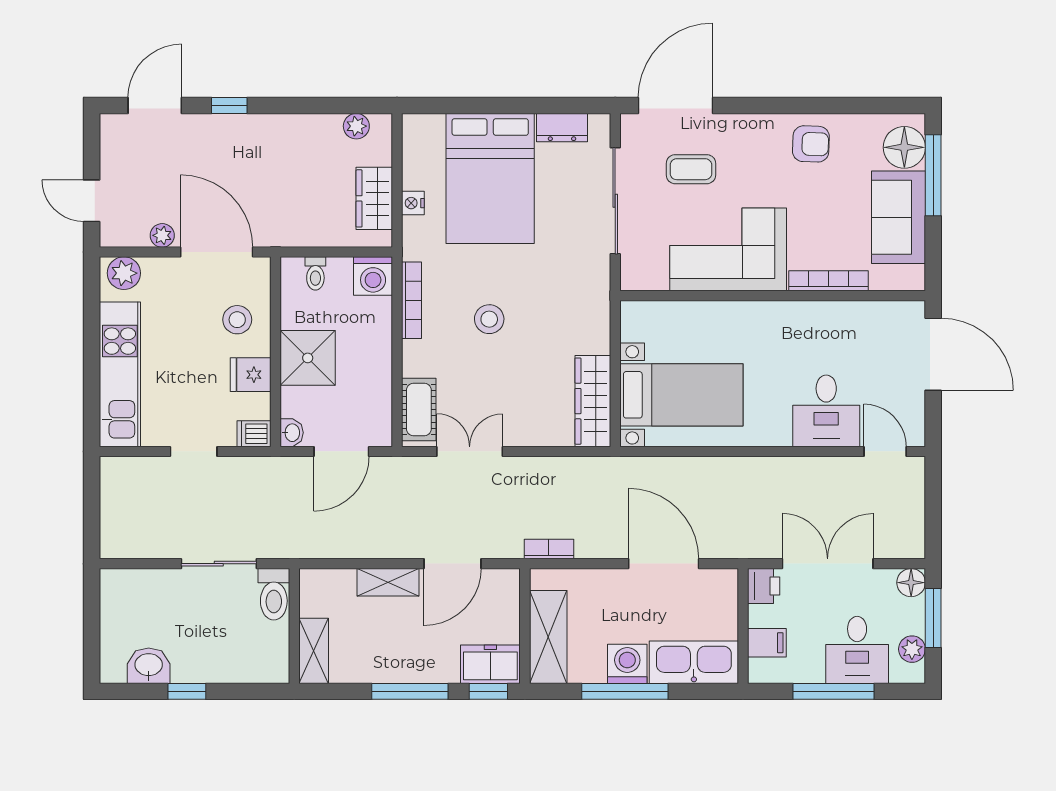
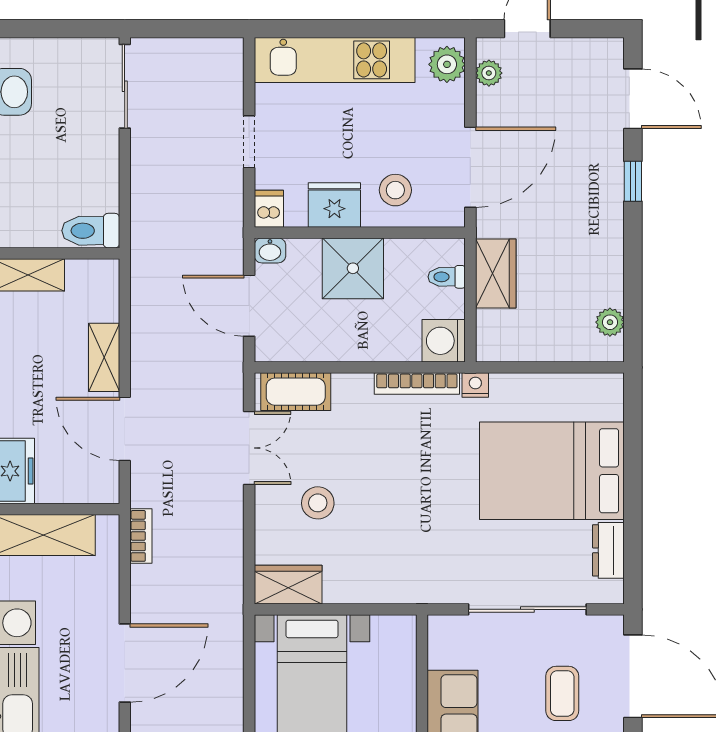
wardrobe: (374, 198) -> (496, 274), moved, turned 90
nightstand: (413, 203) -> (475, 385), moved
plant: (162, 235) -> (489, 73), moved
stool: (489, 319) -> (318, 503), moved
fridge: (251, 375) -> (334, 205), width x1.38
wardrobe: (593, 401) -> (288, 585), width x0.67
sliding door: (219, 564) -> (125, 86), moved

